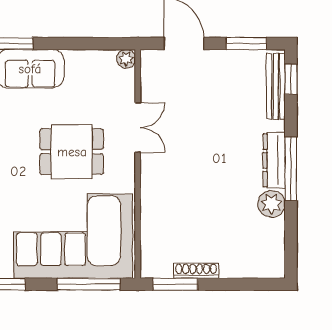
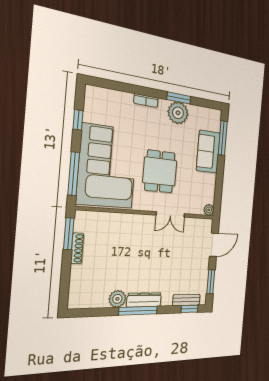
bench: (276, 86) -> (186, 300), width x0.73

